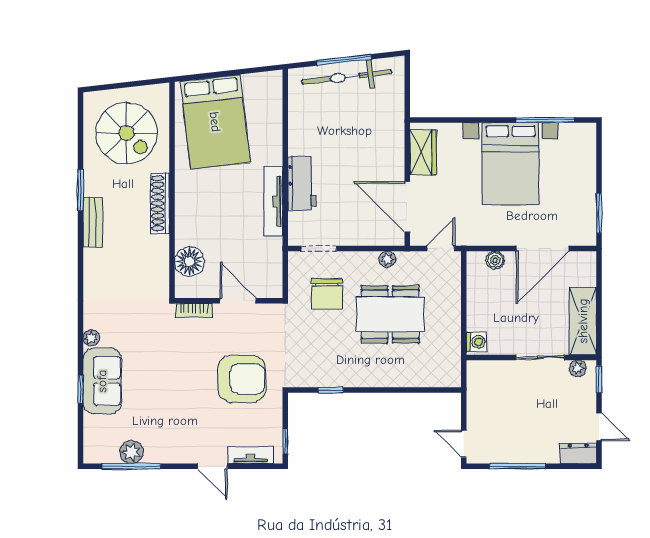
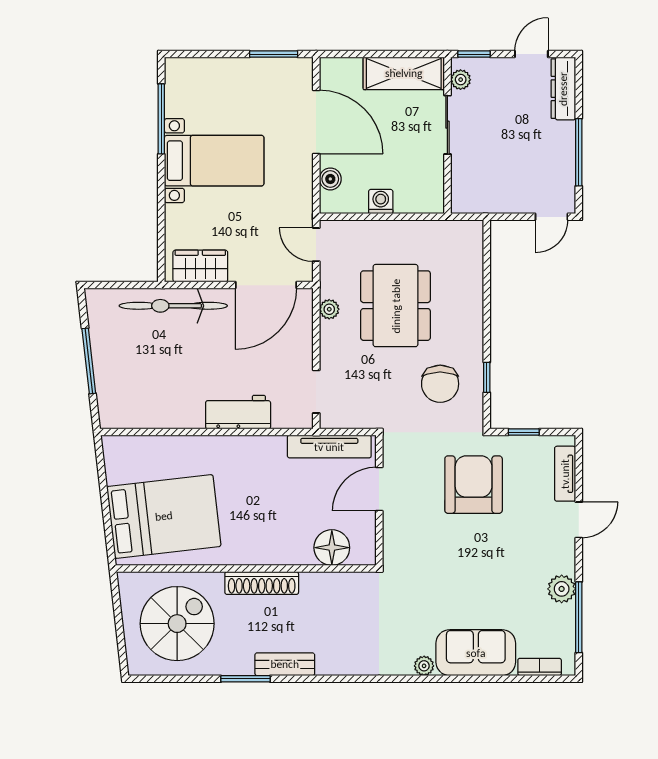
bicycle: (347, 77) -> (173, 306), moved, turned 97
bed with nightstands: (510, 164) -> (214, 161), width x0.73
tv unit: (273, 201) -> (329, 447), moved
chair: (327, 294) -> (440, 384), moved, turned 90
bookcase: (194, 311) -> (540, 667), moved, turned -90
washing machine: (477, 342) -> (381, 202), moved
window: (80, 389) -> (486, 679), removed
window: (285, 441) -> (524, 432), moved
plant: (132, 452) -> (562, 589), moved
dresser: (578, 454) -> (563, 89), width x1.44

